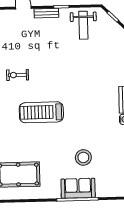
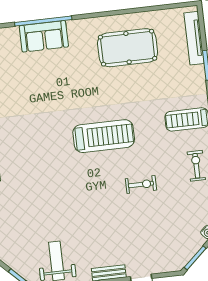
stool: (83, 157) -> (40, 79), removed

